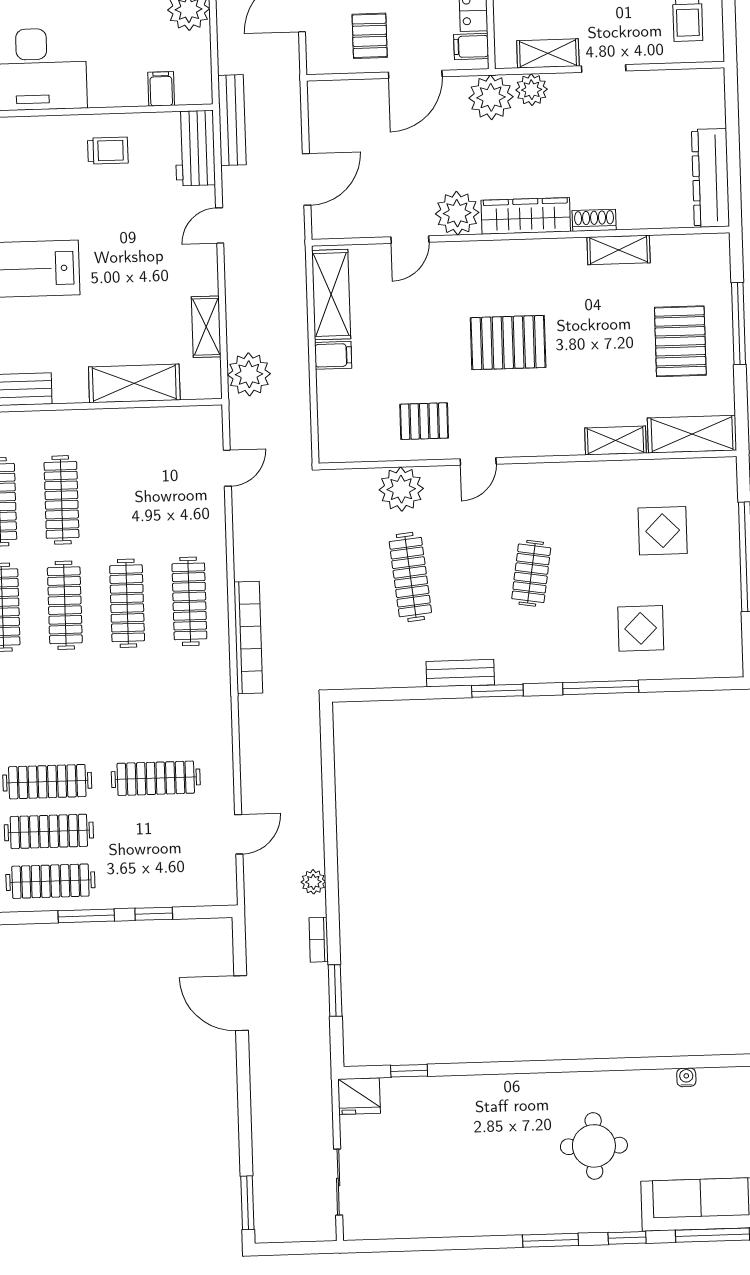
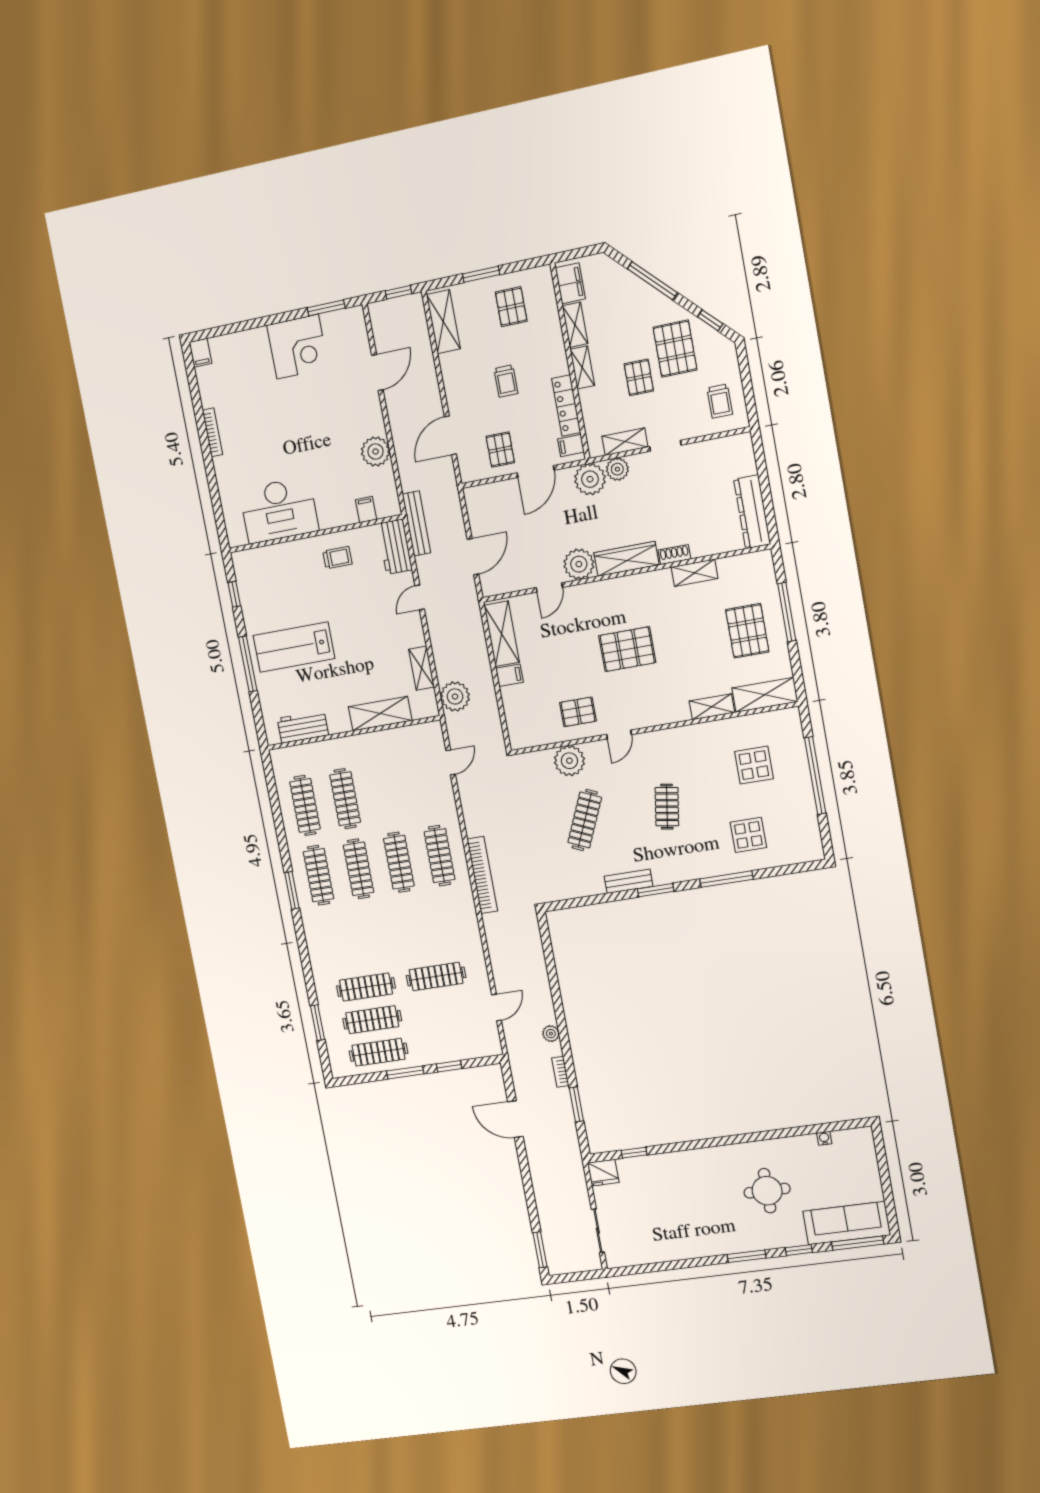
clothes rail: (410, 577) -> (585, 820), turned 30

